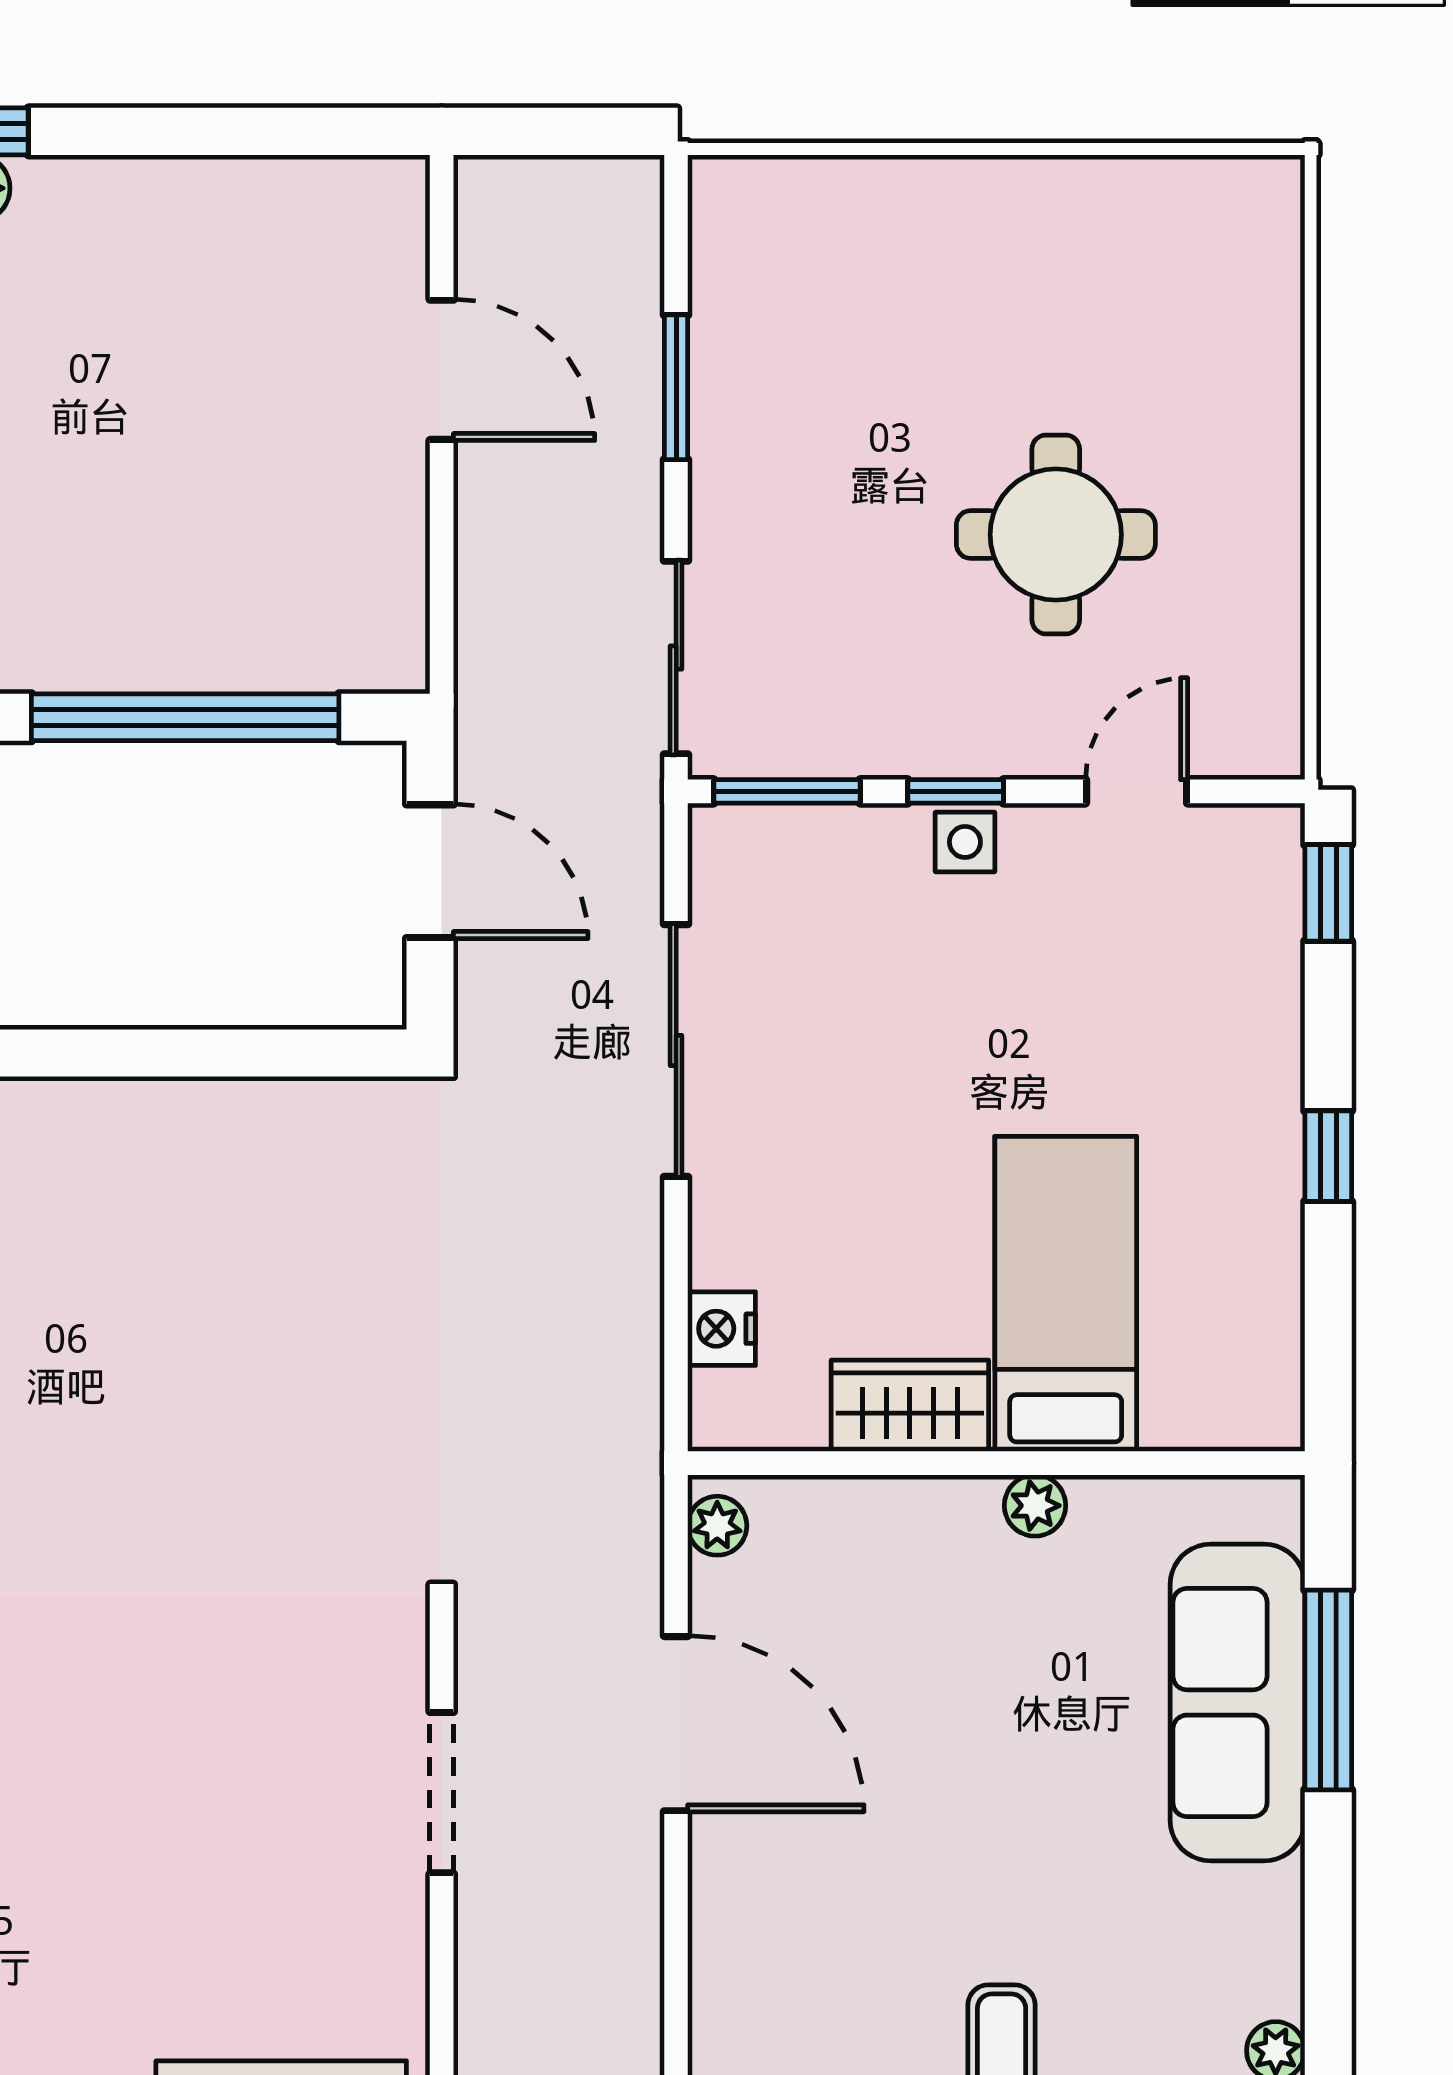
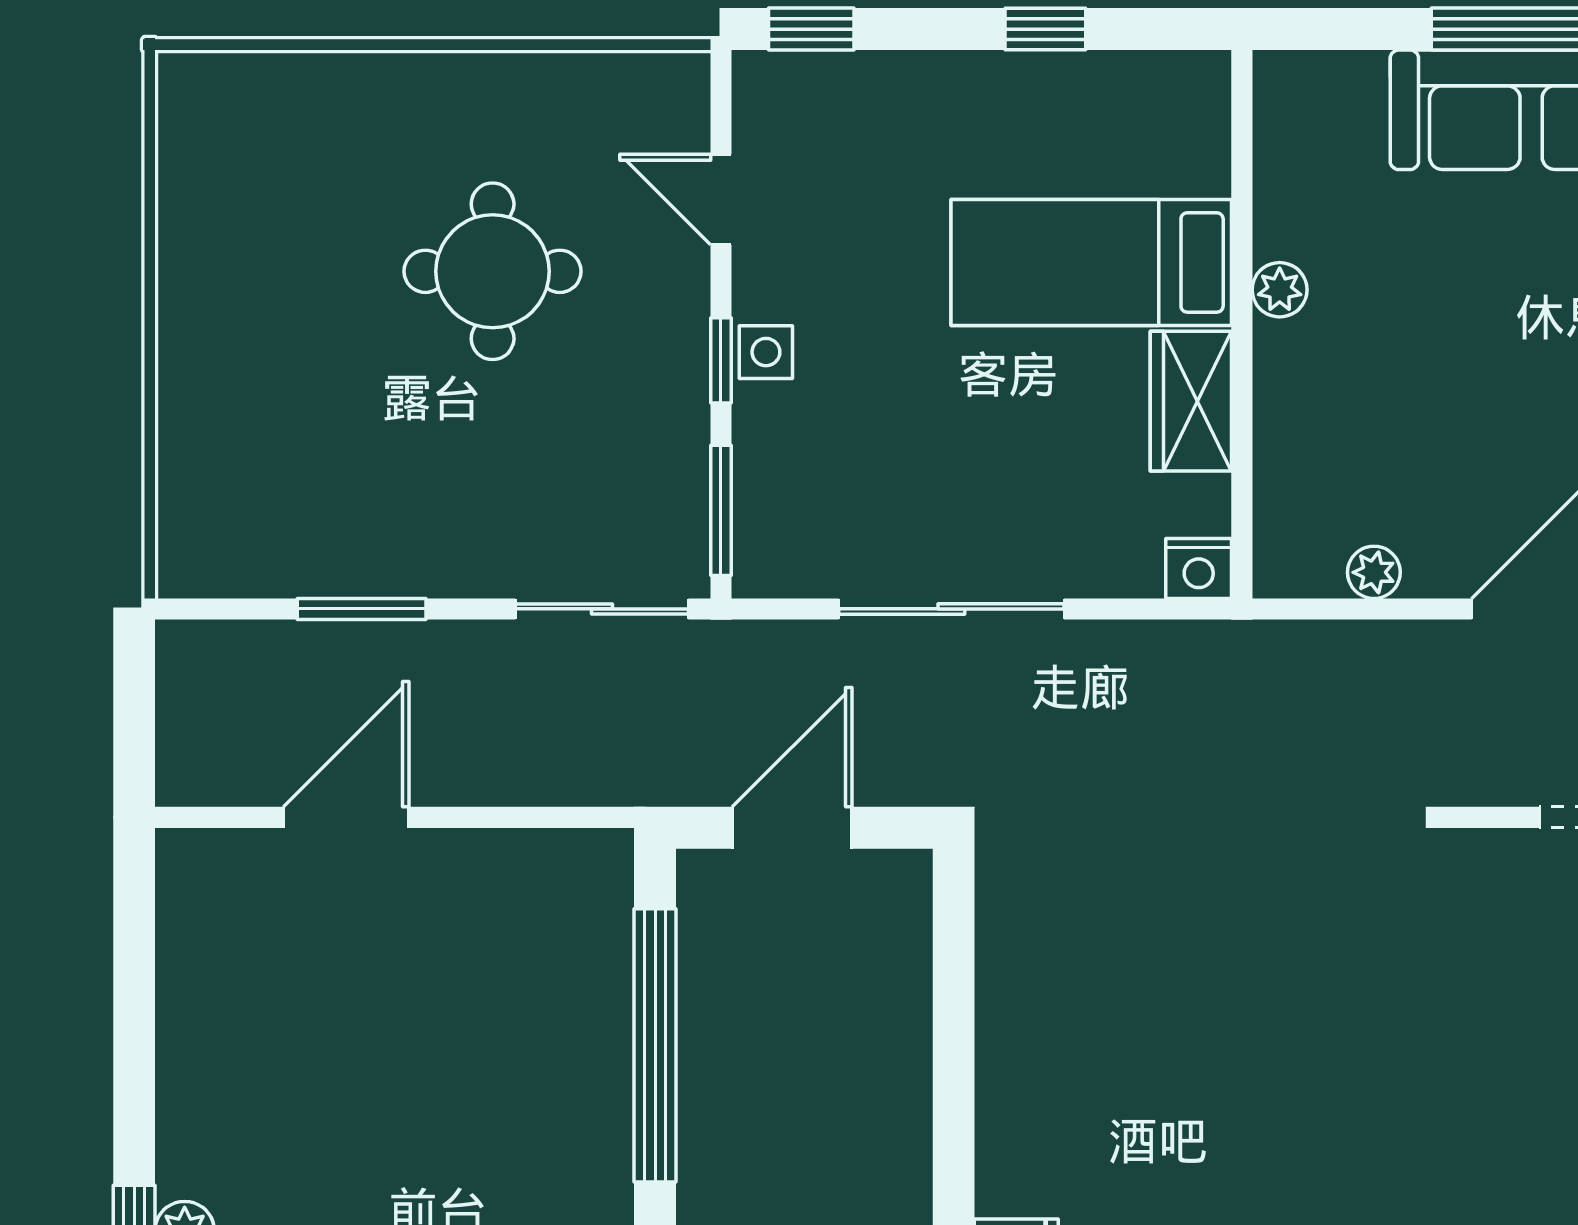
bed: (1066, 1294) -> (1091, 262), moved
wardrobe: (910, 1406) -> (1191, 401), moved
wall: (996, 1463) -> (1242, 324), moved
plant: (1035, 1506) -> (1280, 290), moved

